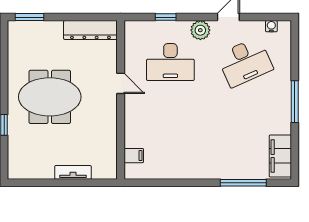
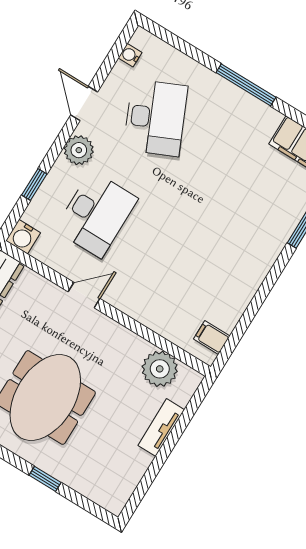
water cooler: (132, 29) -> (23, 237), added
plant: (105, 151) -> (160, 369), added
filing cabinet: (134, 156) -> (212, 338), moved, turned -90

